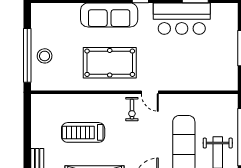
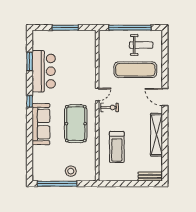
window: (27, 55) -> (57, 184), moved
treadmill: (83, 132) -> (117, 147), moved

